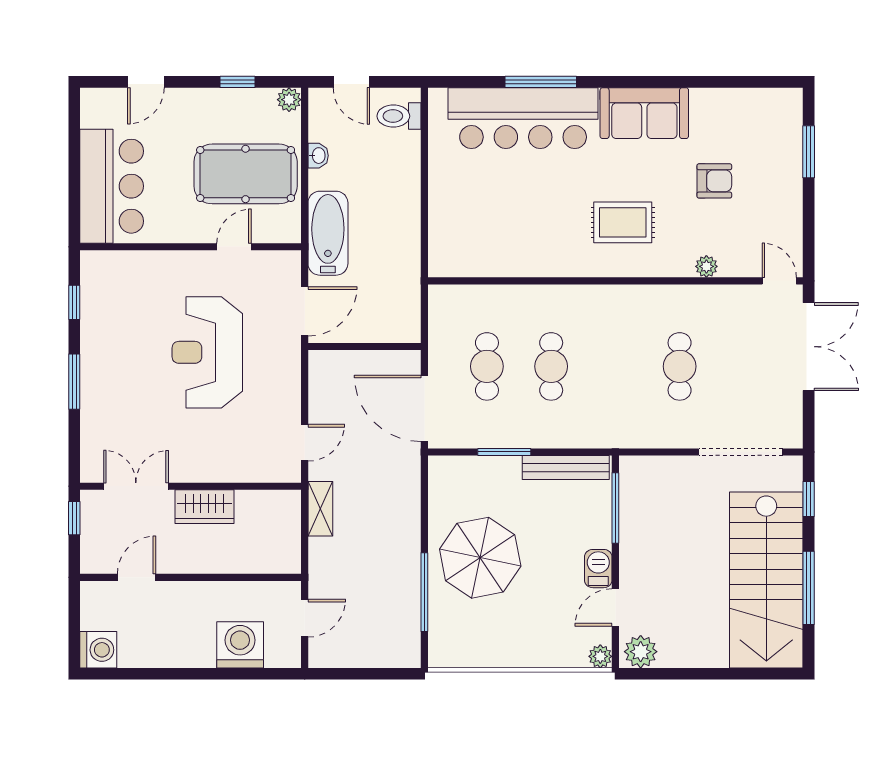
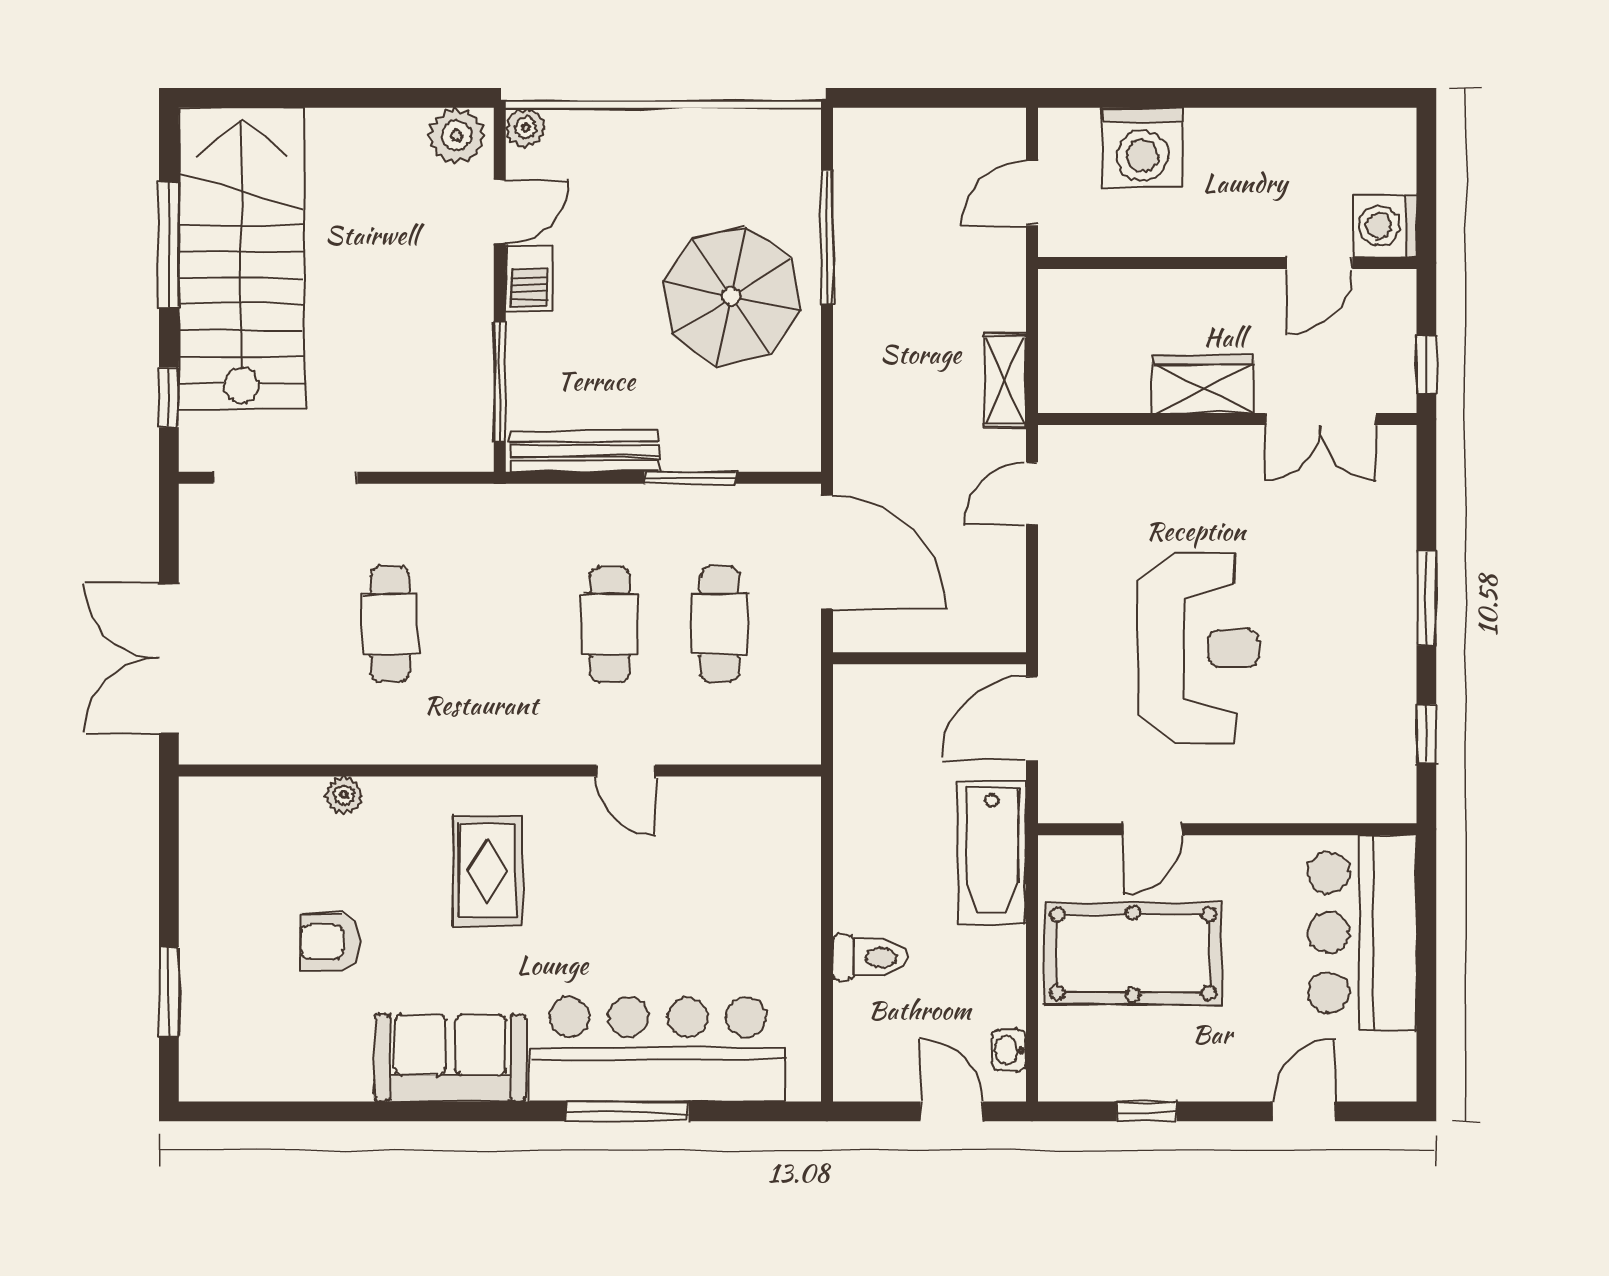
plant: (289, 100) -> (1058, 1081), removed
toilet: (399, 116) -> (870, 957), moved
washbasin: (318, 156) -> (1009, 1050), moved
rug: (623, 222) -> (487, 871), turned 90
door: (779, 281) -> (626, 771), moved
washing machine: (98, 650) -> (1385, 226), moved

